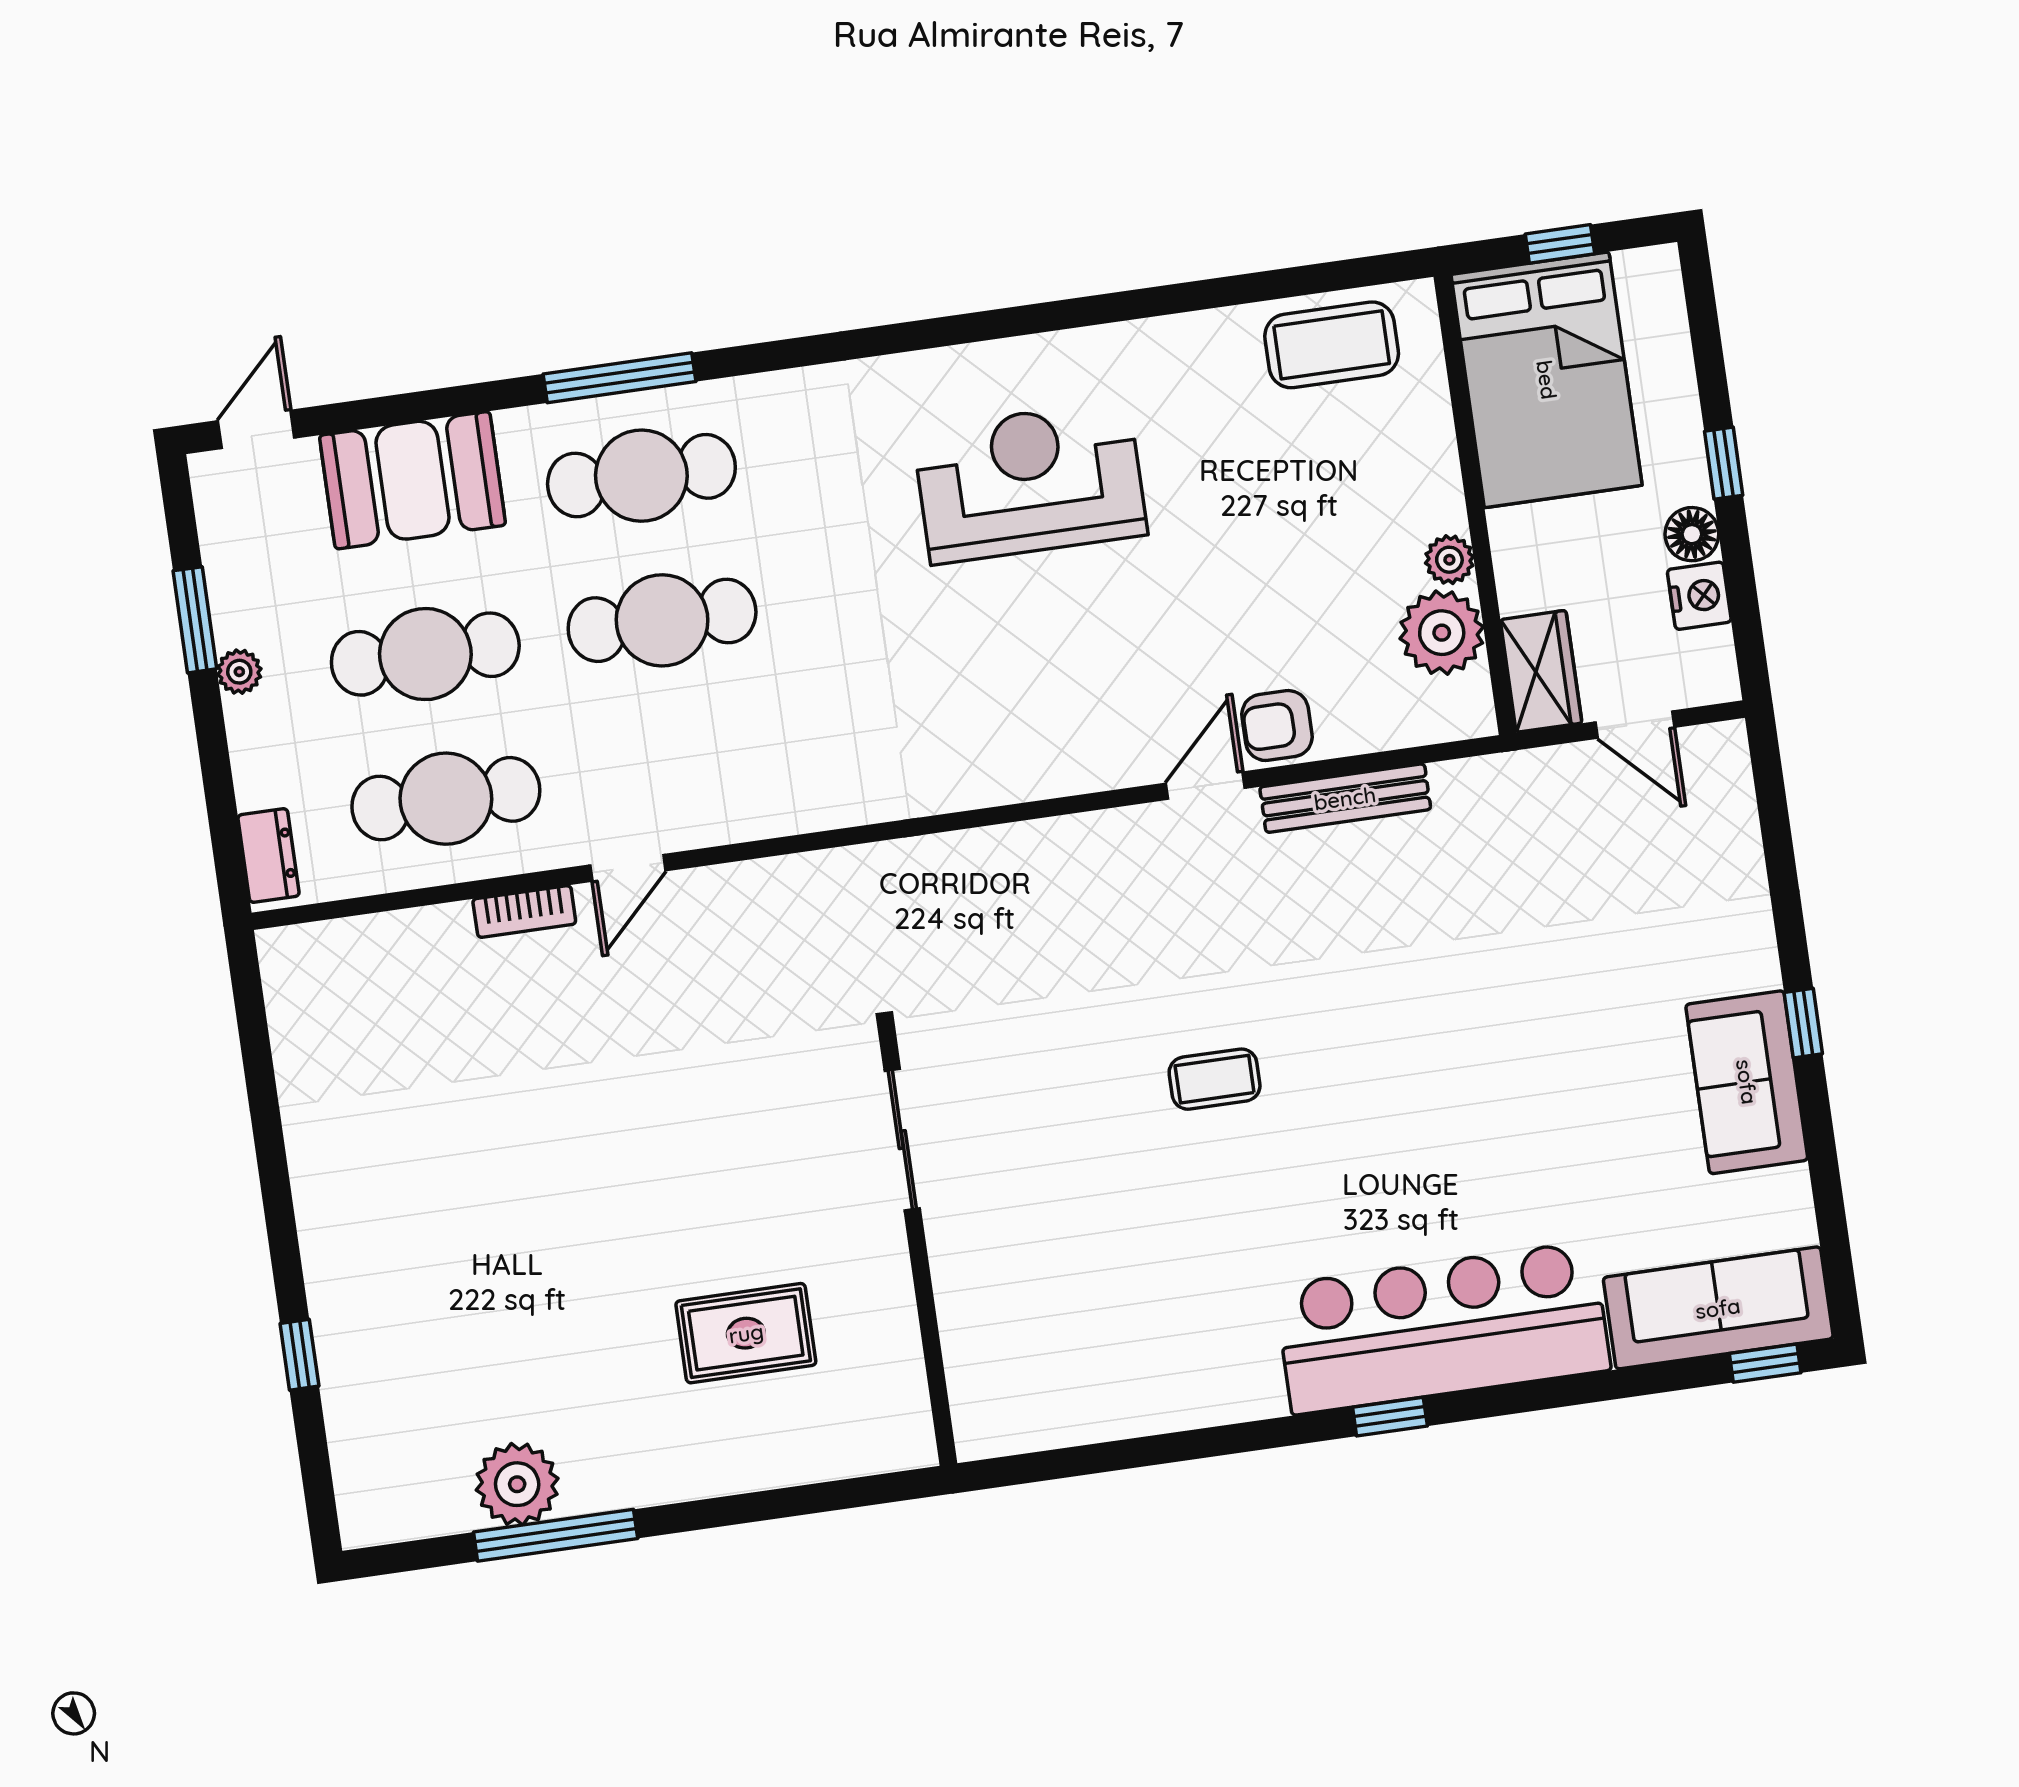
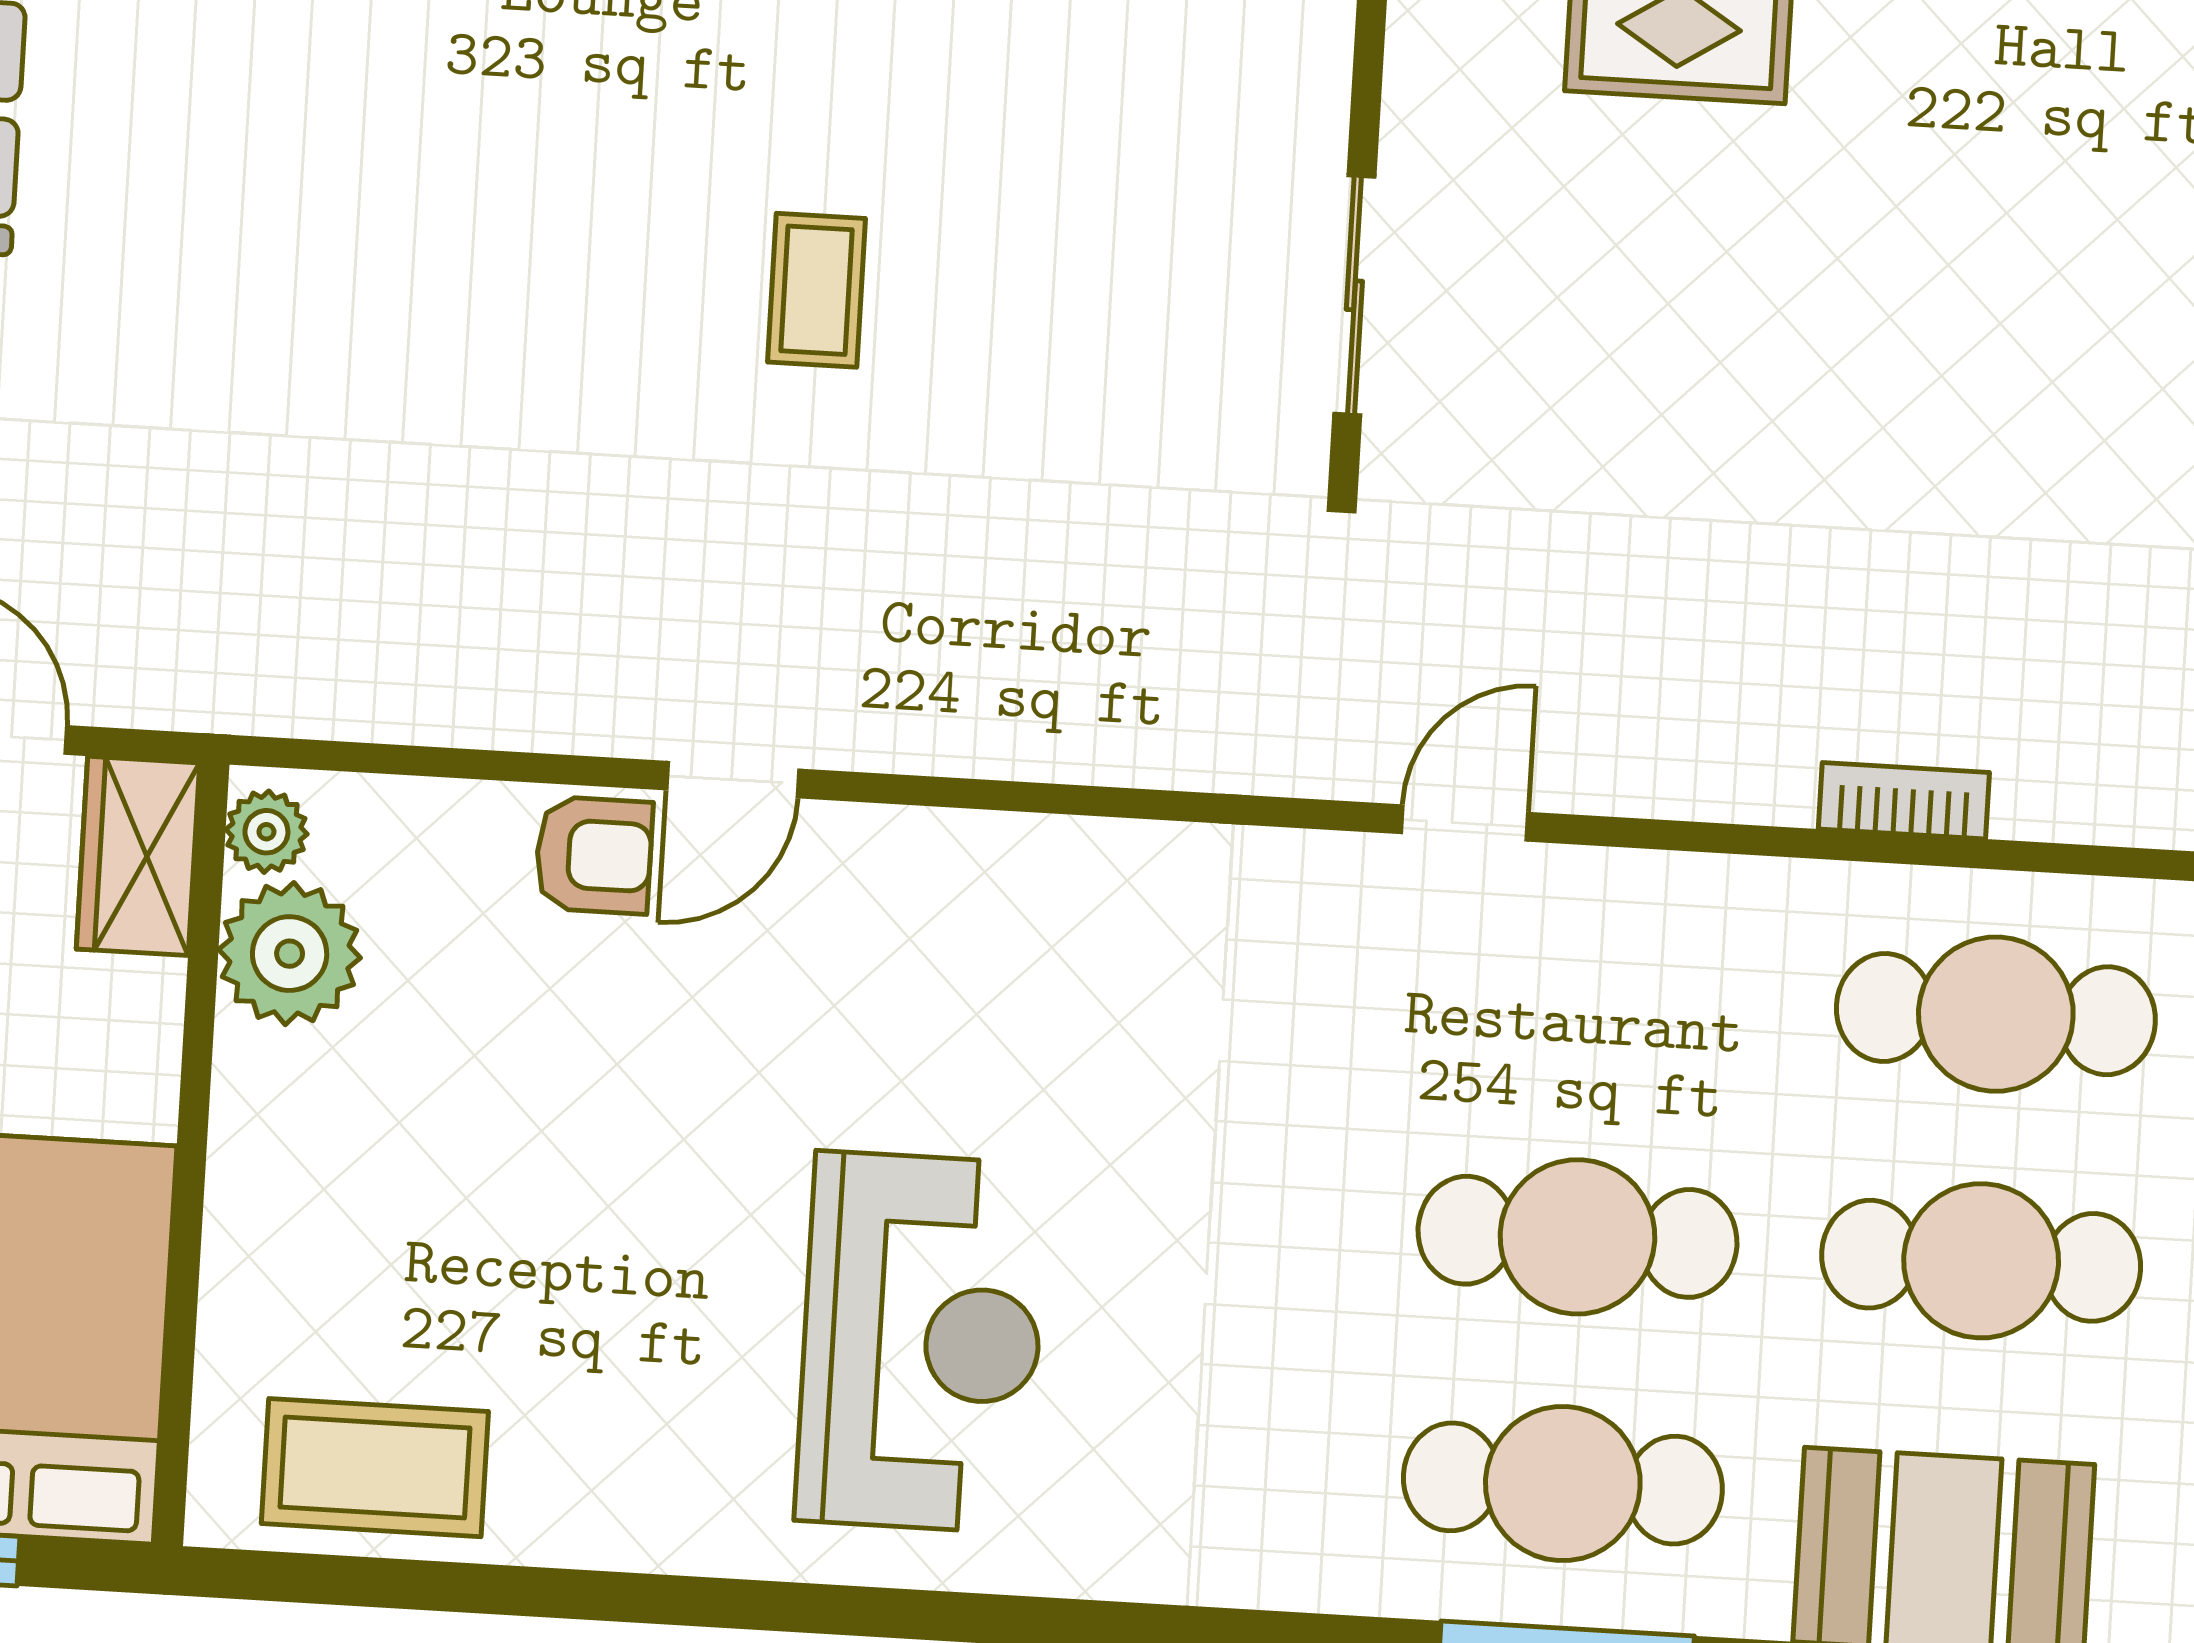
reception desk: (1030, 482) -> (921, 1342), turned -90
plant: (1449, 560) -> (266, 832), moved
bench: (1345, 798) -> (505, 712), removed
door: (628, 868) -> (1465, 823), moved
coffee table: (1215, 1079) -> (817, 290), turned 90

